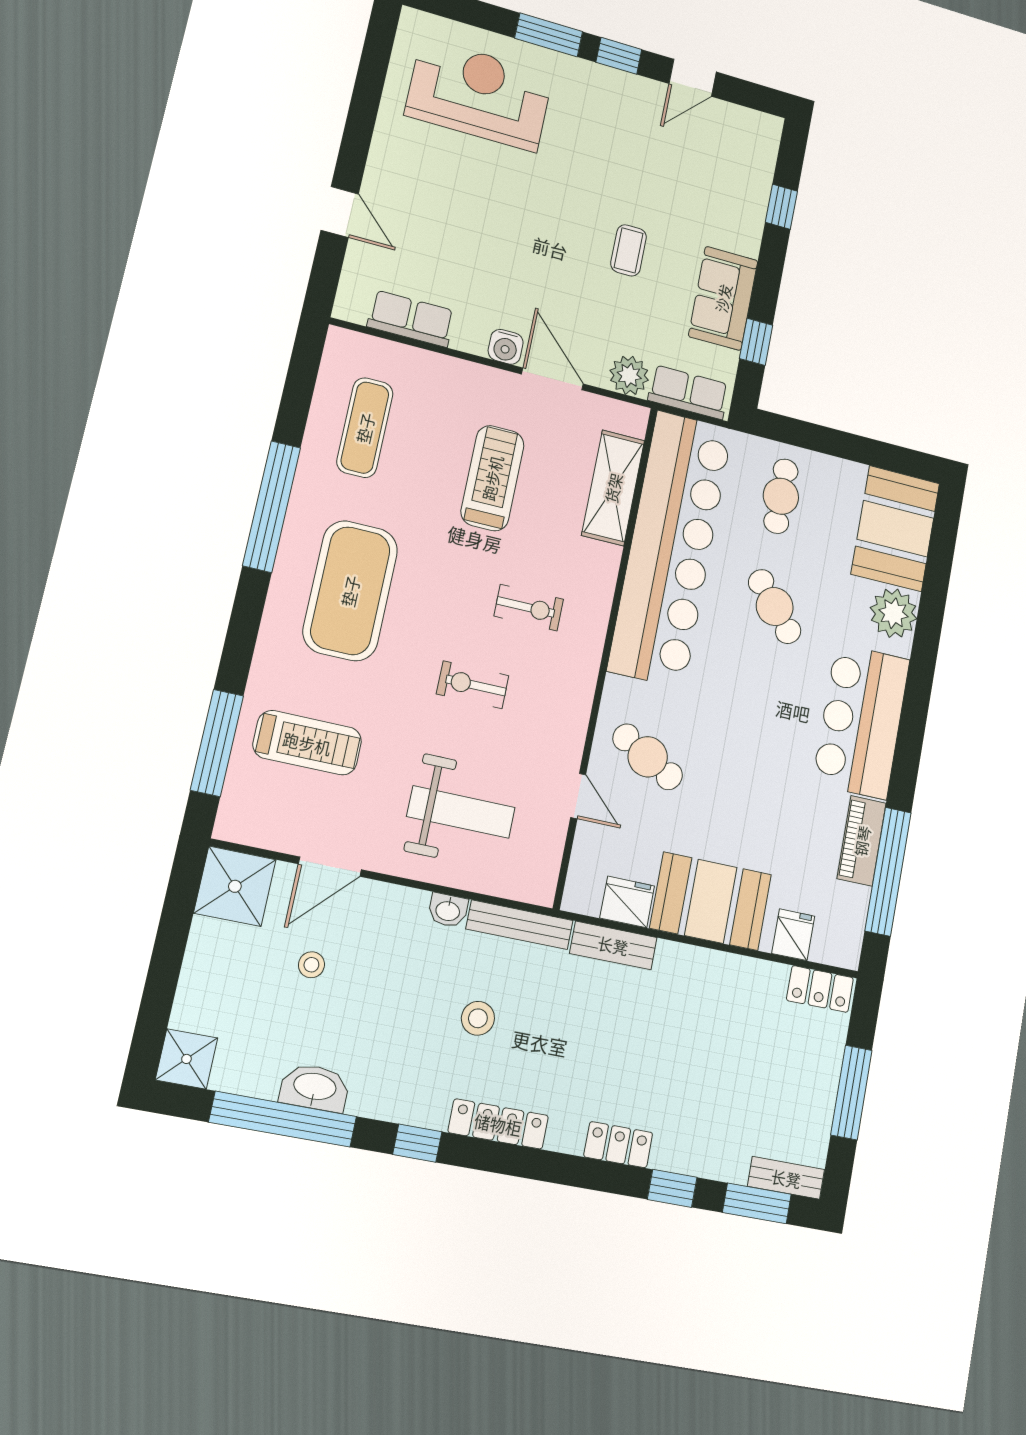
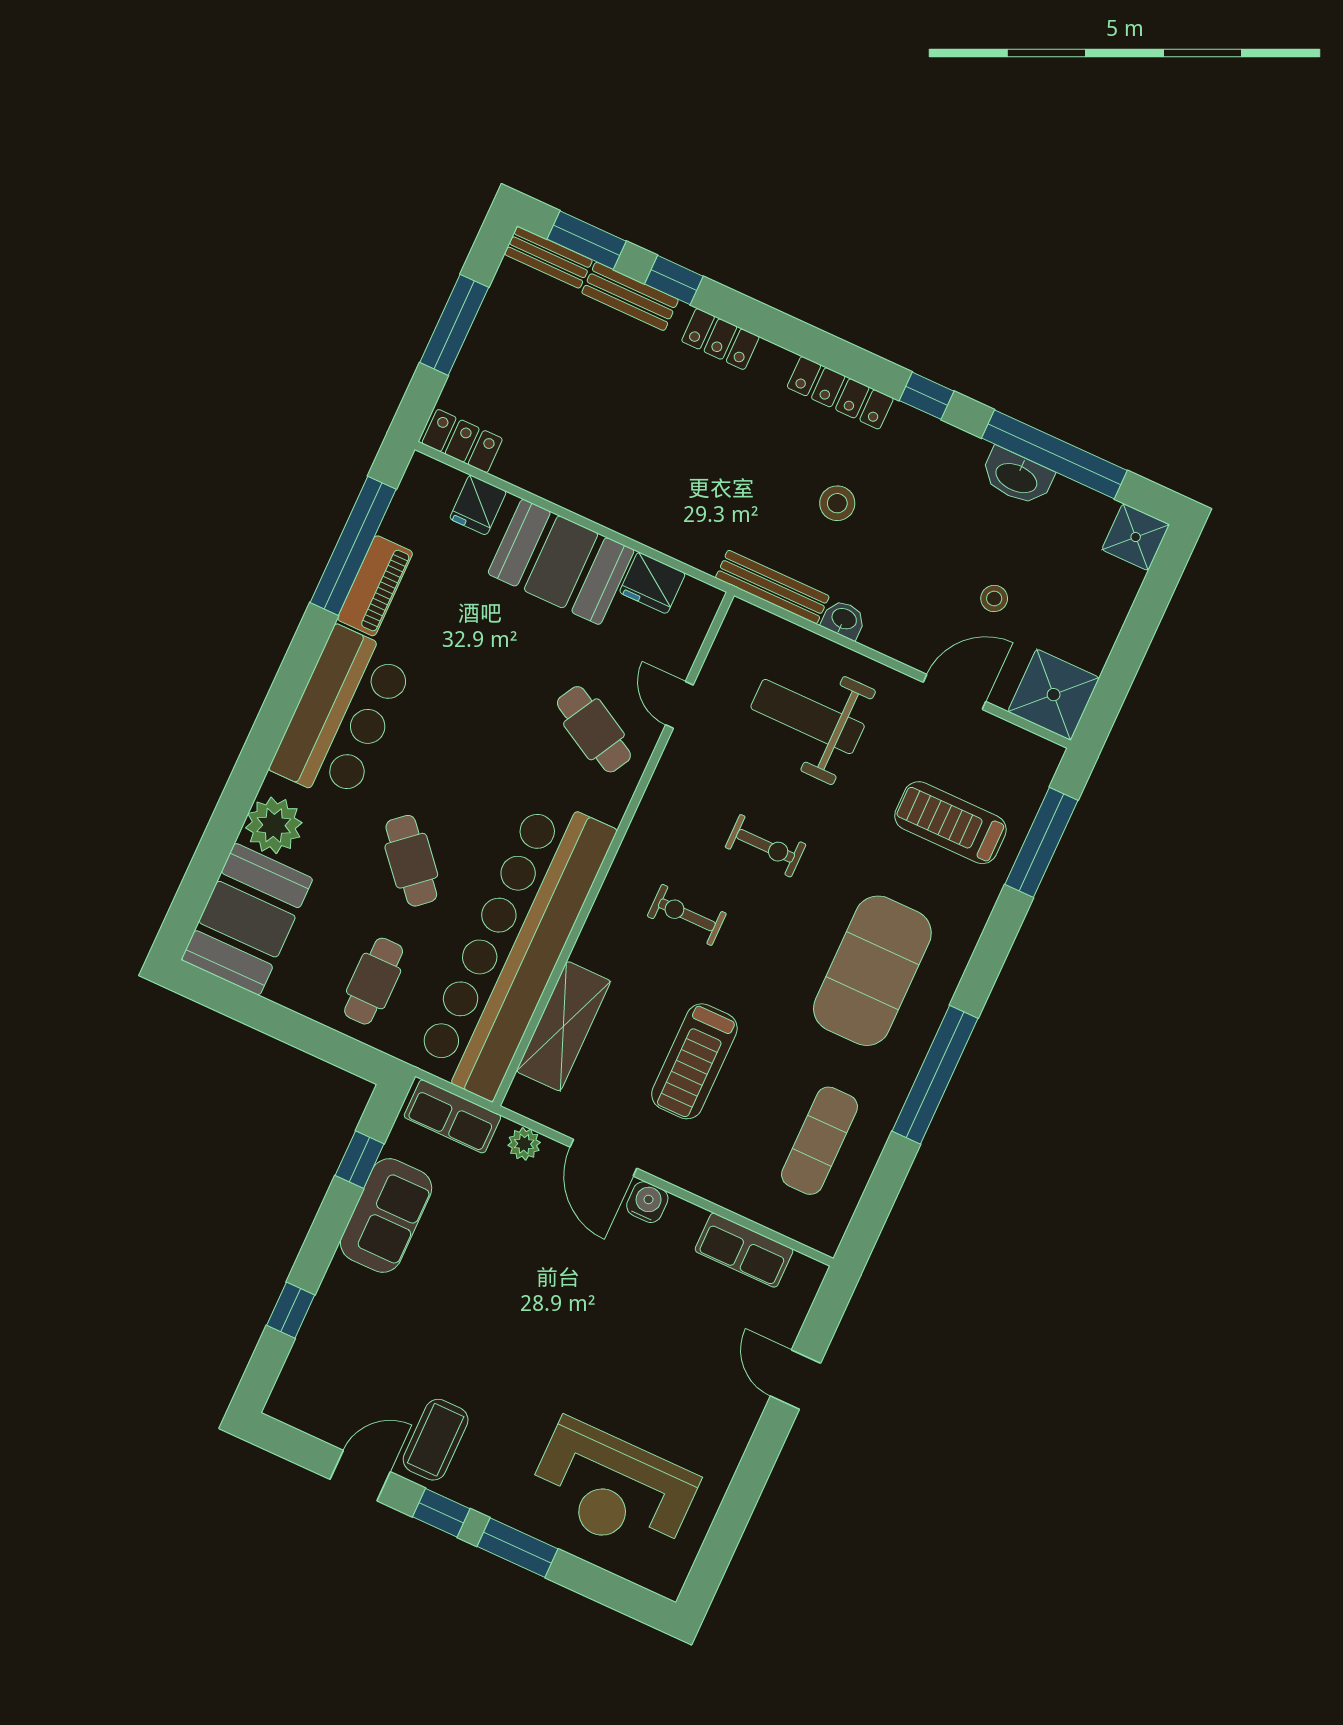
coffee table: (629, 250) -> (436, 1440), moved, width x1.36, depth x1.30
plant: (629, 375) -> (524, 1144), width x0.73, depth x0.73
bench: (613, 945) -> (630, 296), moved

